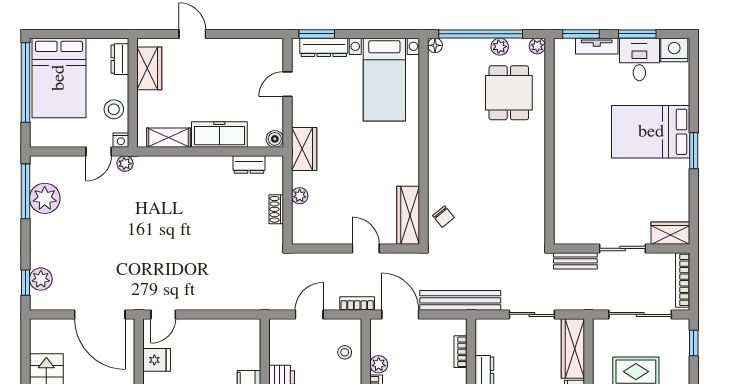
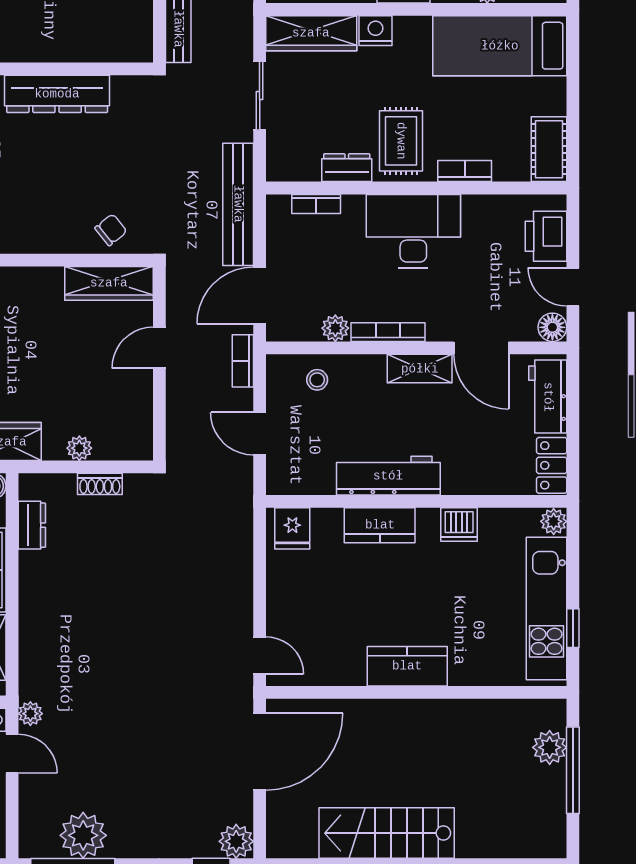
dresser: (533, 181) -> (57, 94), added
plant: (41, 279) -> (236, 841), moved
fridge: (157, 360) -> (292, 528), moved, turned 180

